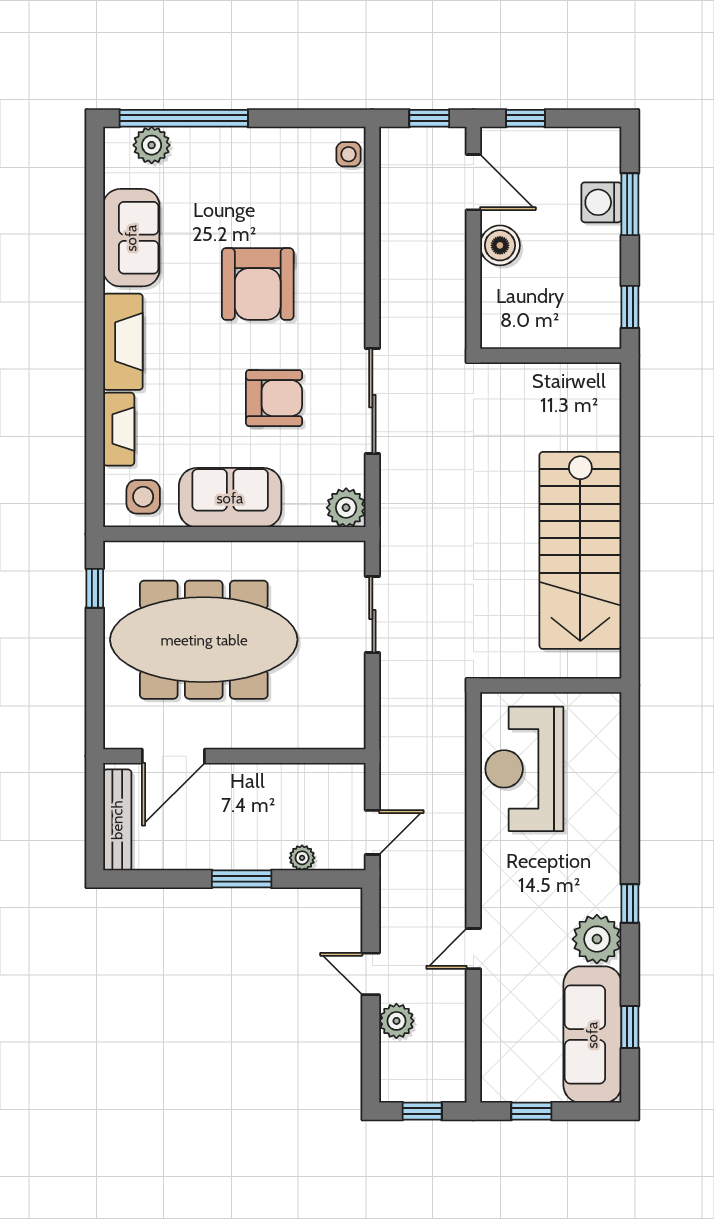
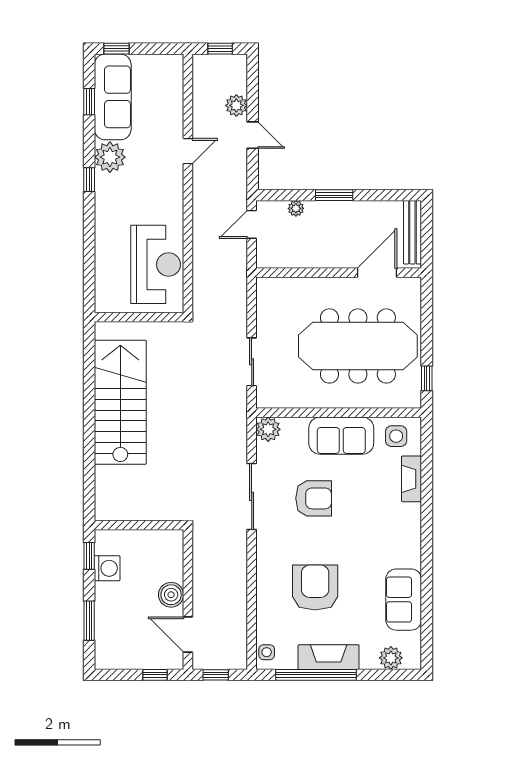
window: (184, 118) -> (316, 675), moved
washing machine: (601, 202) -> (107, 568), moved
armchair: (258, 284) -> (315, 588), moved
fireplace: (123, 342) -> (329, 657), moved, turned 90
armchair: (274, 398) -> (314, 498), turned 180
window: (531, 1111) -> (116, 49), moved

